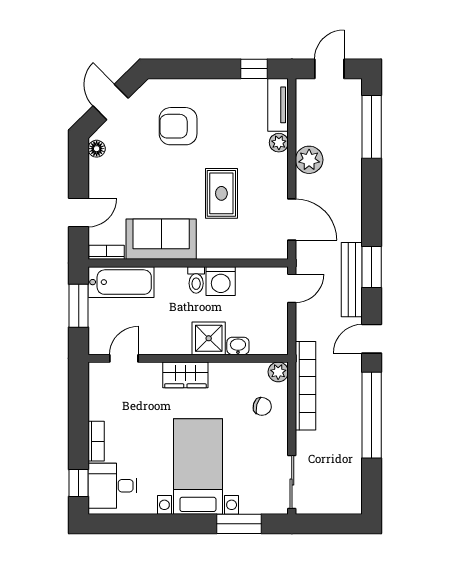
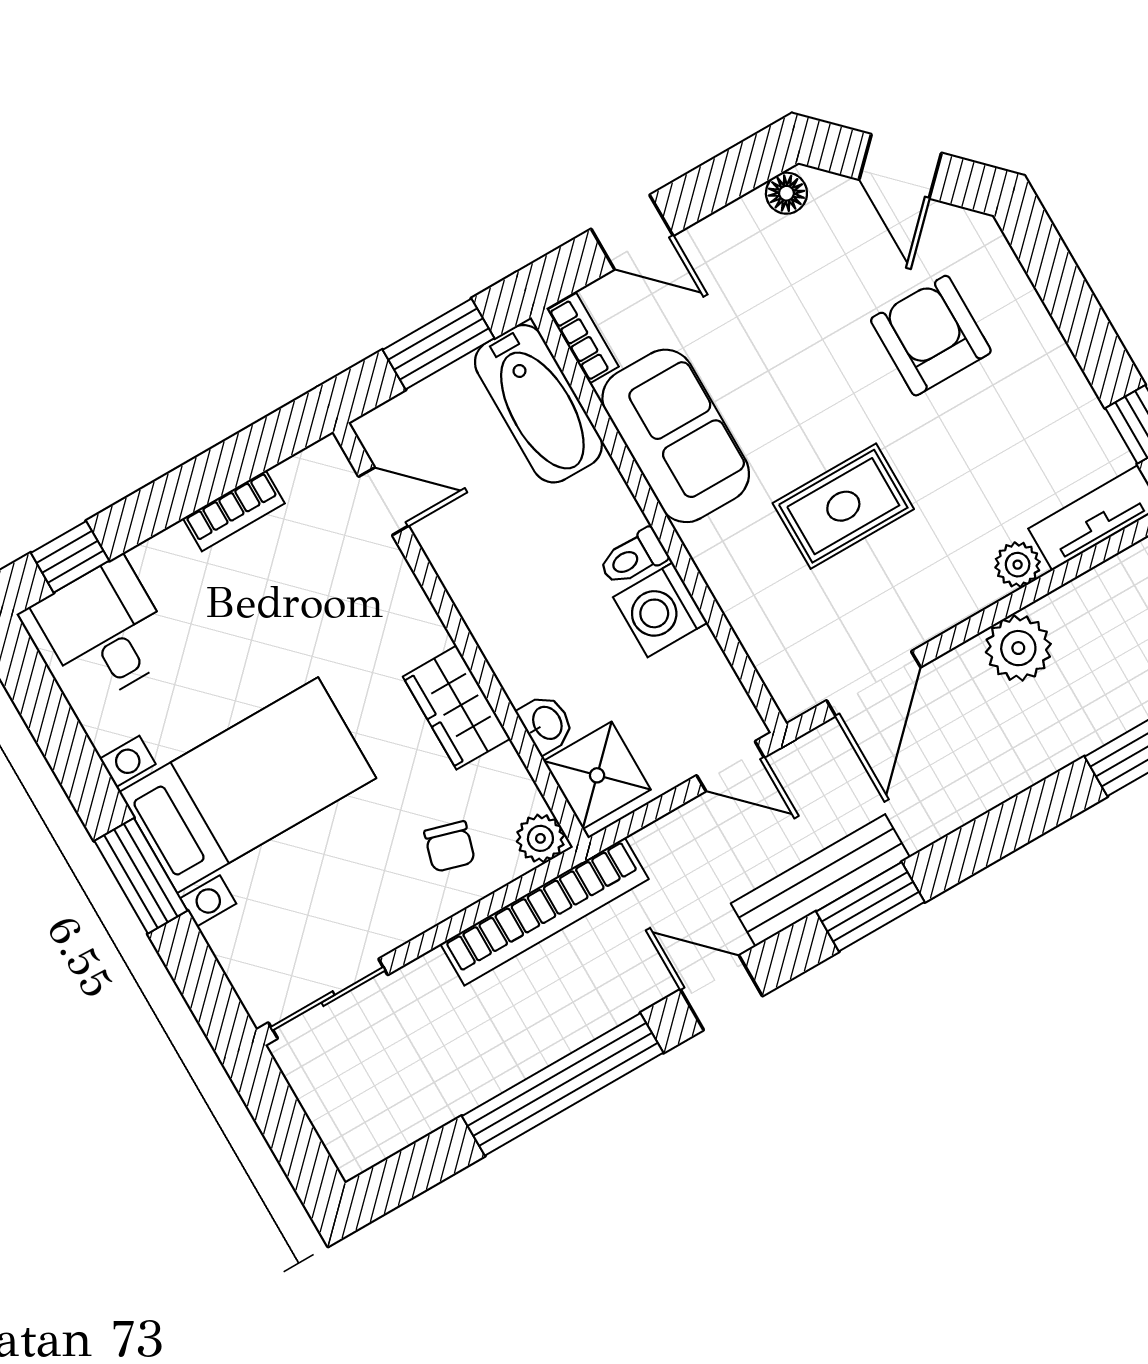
door: (111, 102) -> (900, 166), swing flipped
shower: (209, 338) -> (597, 775), moved
wardrobe: (185, 375) -> (457, 708), moved
bookcase: (96, 441) -> (234, 511), moved
window: (239, 524) -> (141, 876), moved

